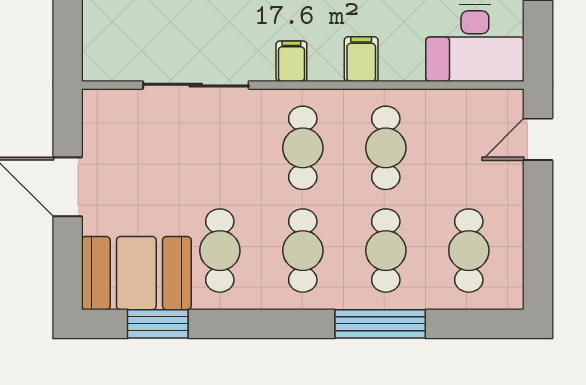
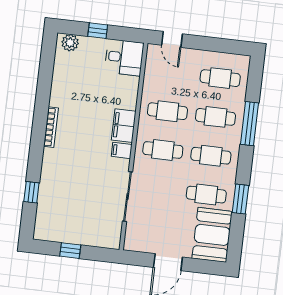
desk: (475, 43) -> (124, 57), width x0.73
filing cabinet: (361, 59) -> (124, 126), width x2.00
window: (158, 324) -> (240, 199), moved

